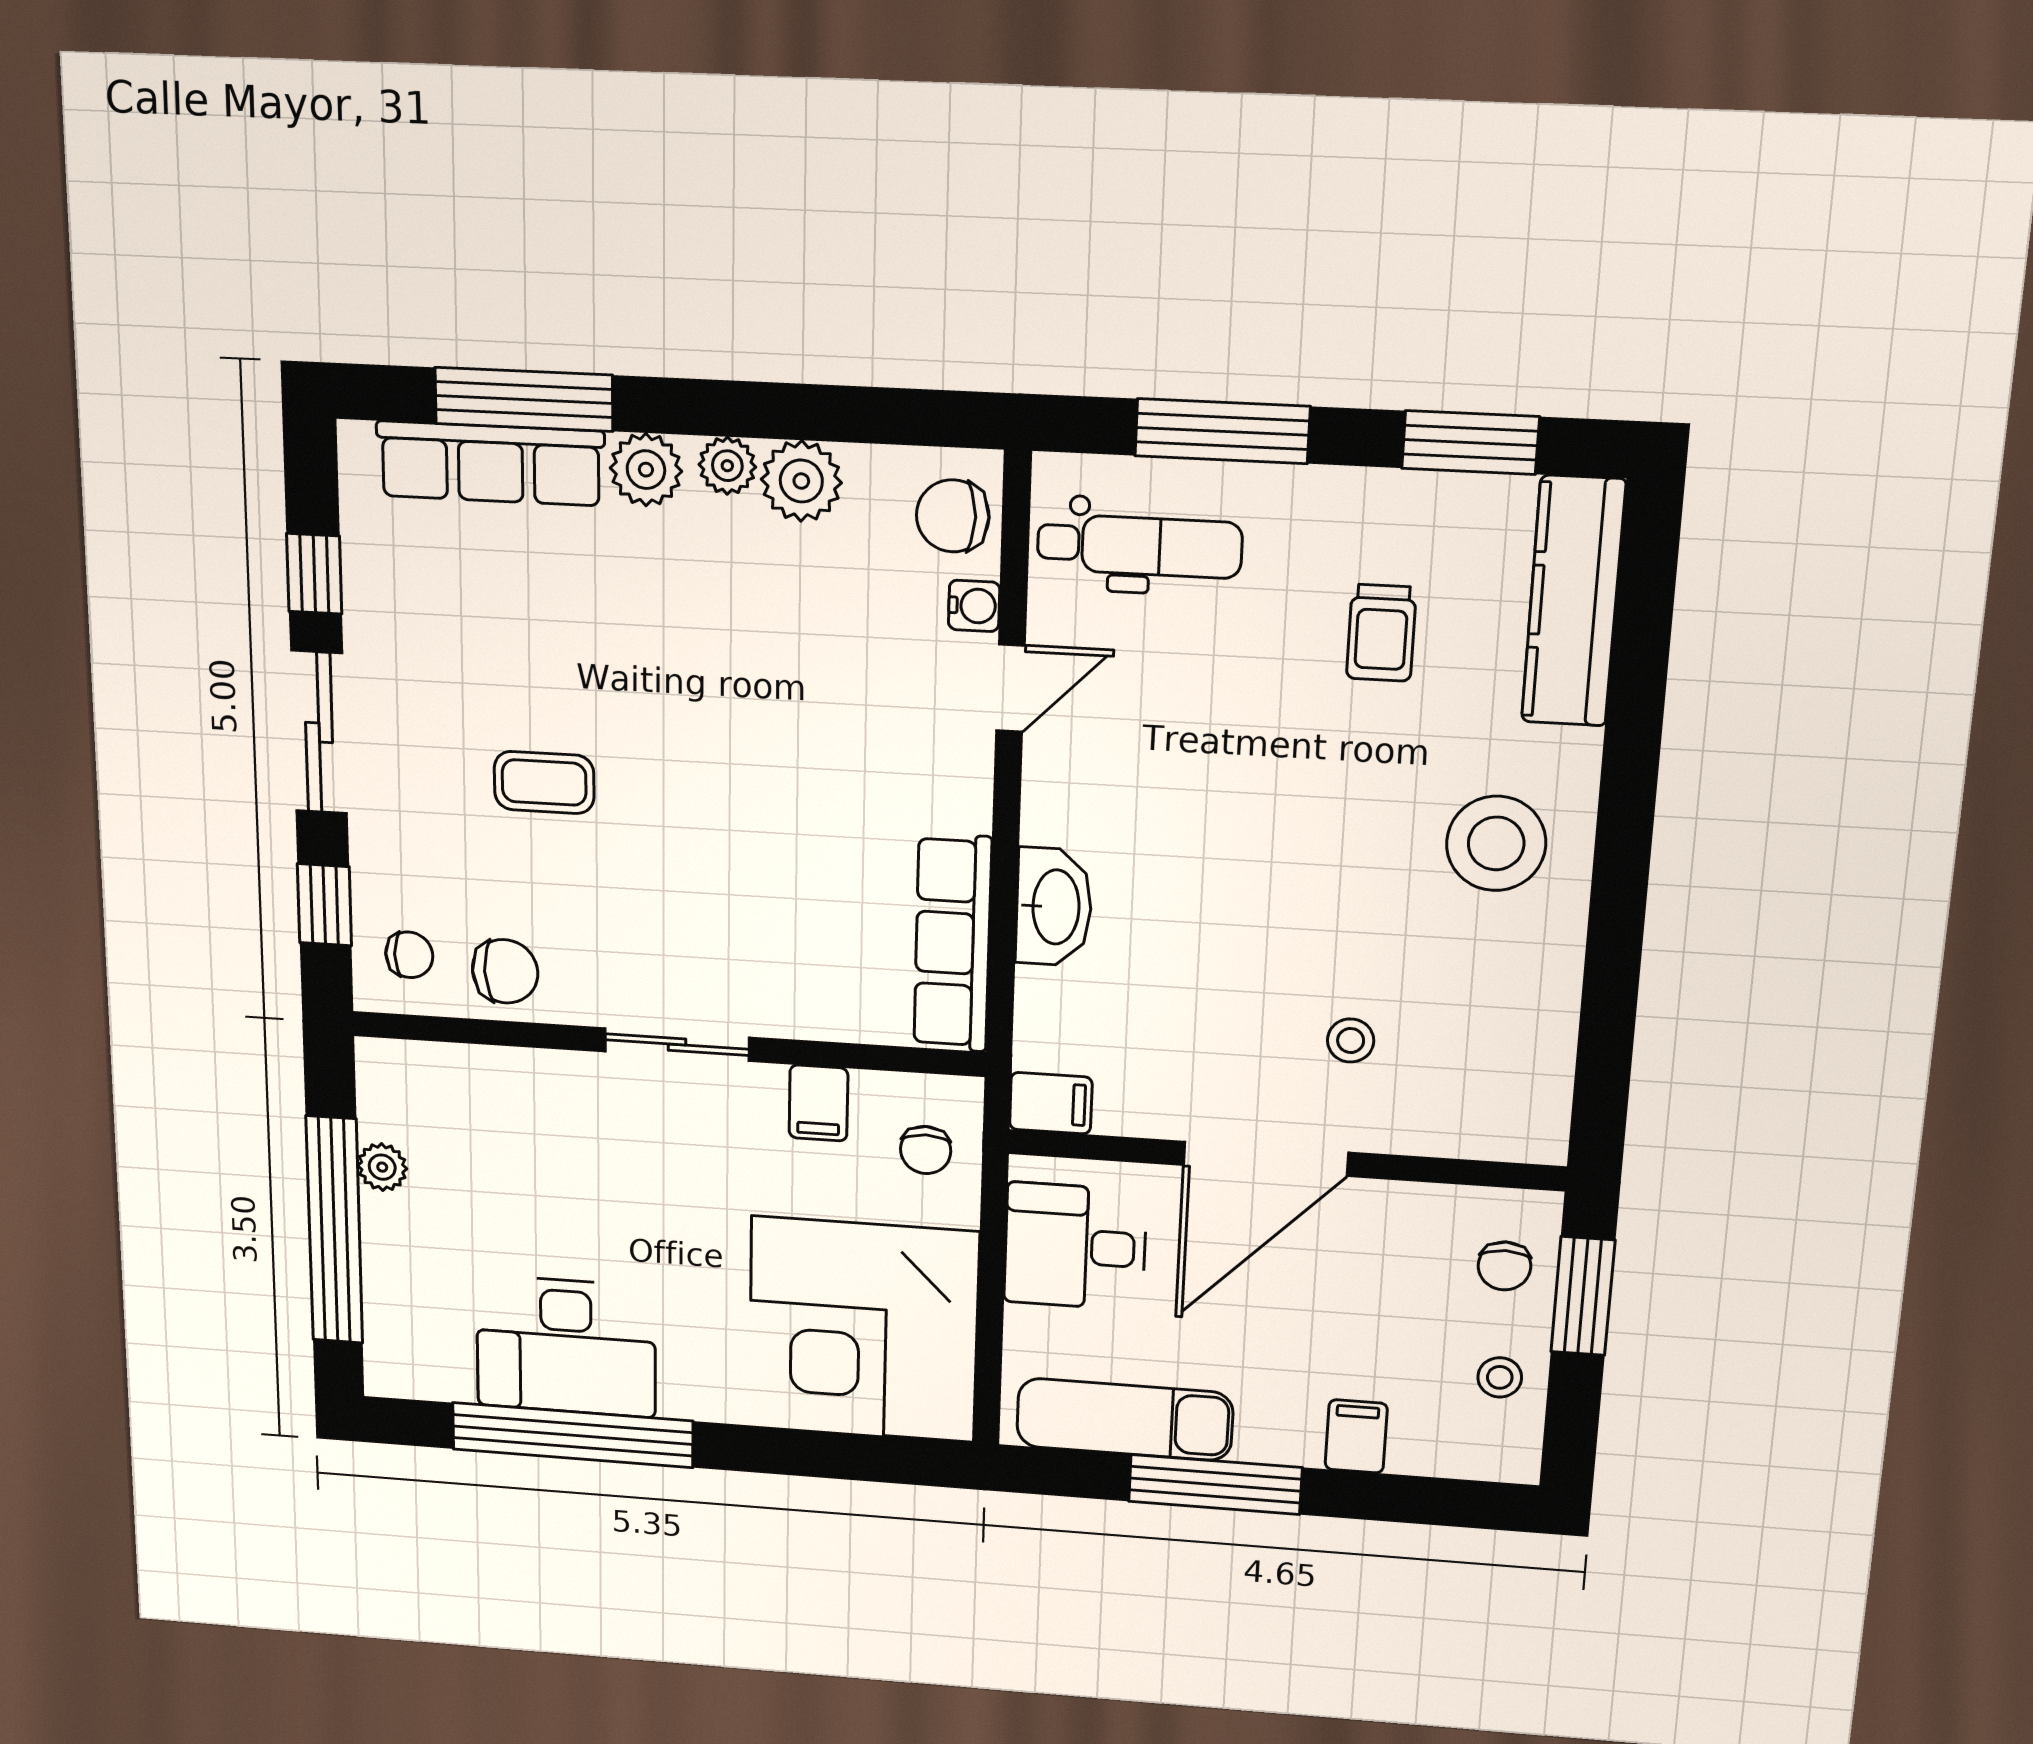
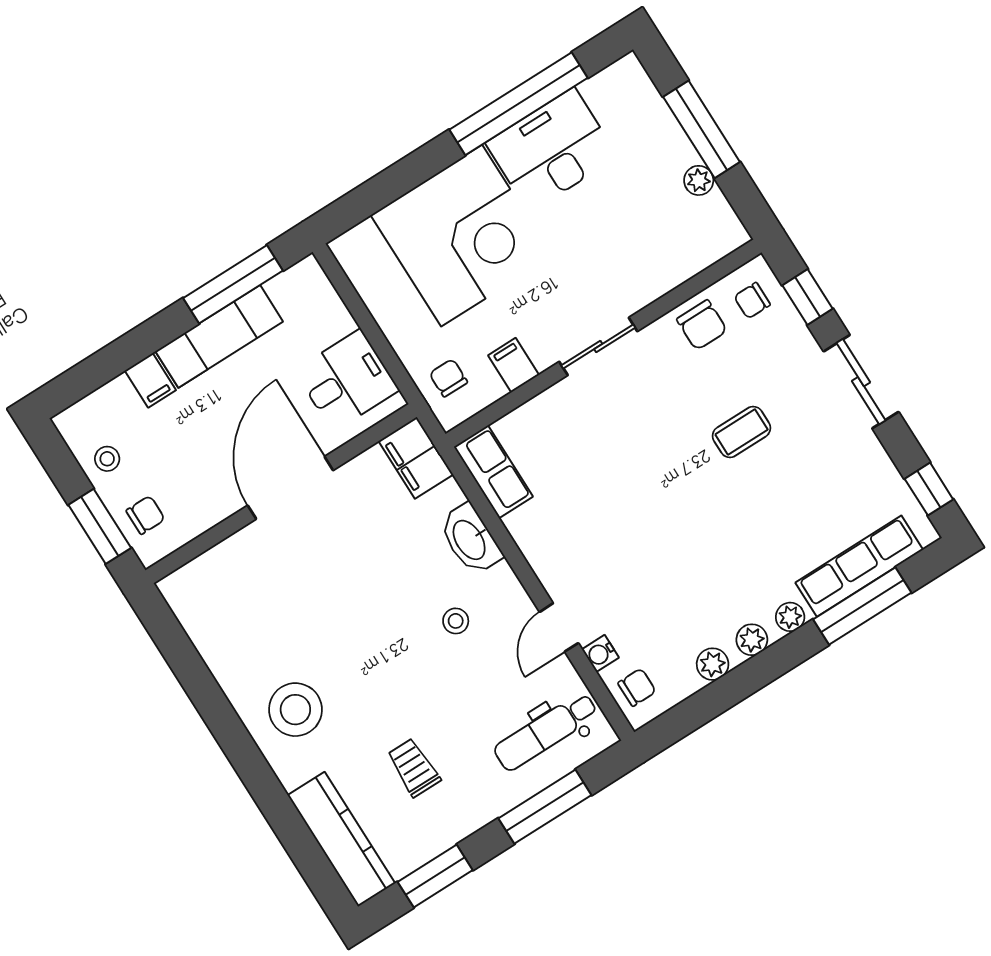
plant: (646, 470) -> (790, 617), width x0.73, depth x0.73
plant: (801, 481) -> (713, 664), width x0.73, depth x0.73
chair: (953, 516) -> (637, 687), width x0.73, depth x0.73
window: (314, 574) -> (929, 489), moved
row of seats: (953, 943) -> (493, 472), width x0.68
chair: (505, 971) -> (702, 325), turned -87
stool: (1351, 1041) -> (456, 621), moved
filing cabinet: (1051, 1103) -> (416, 458), width x2.00
window: (334, 1230) -> (702, 129), width x0.68
chair: (1504, 1266) -> (146, 515), turned 90
corner desk: (863, 1330) -> (462, 236), moved, turned 90
exam couch: (1125, 1419) -> (219, 336), moved
window: (1215, 1484) -> (233, 284), moved

